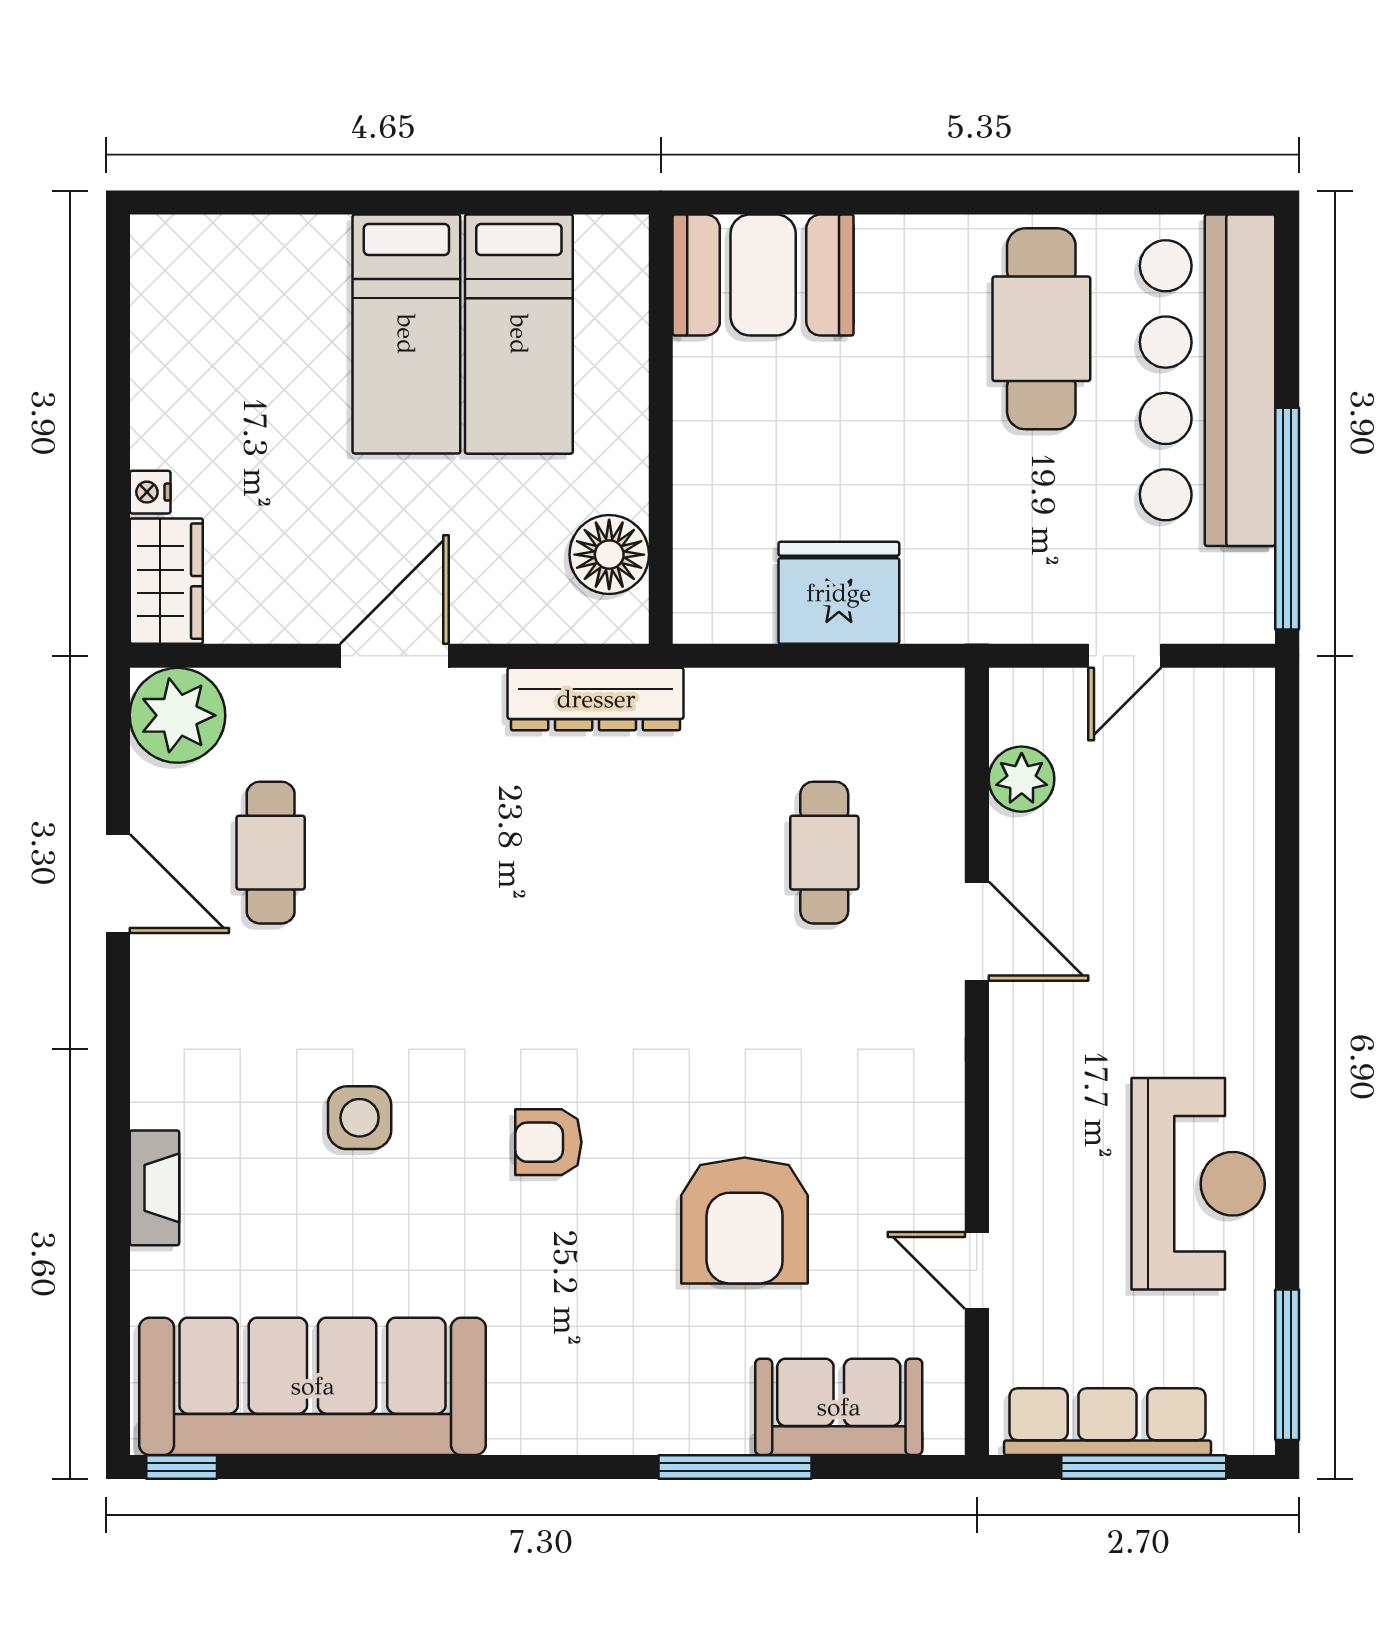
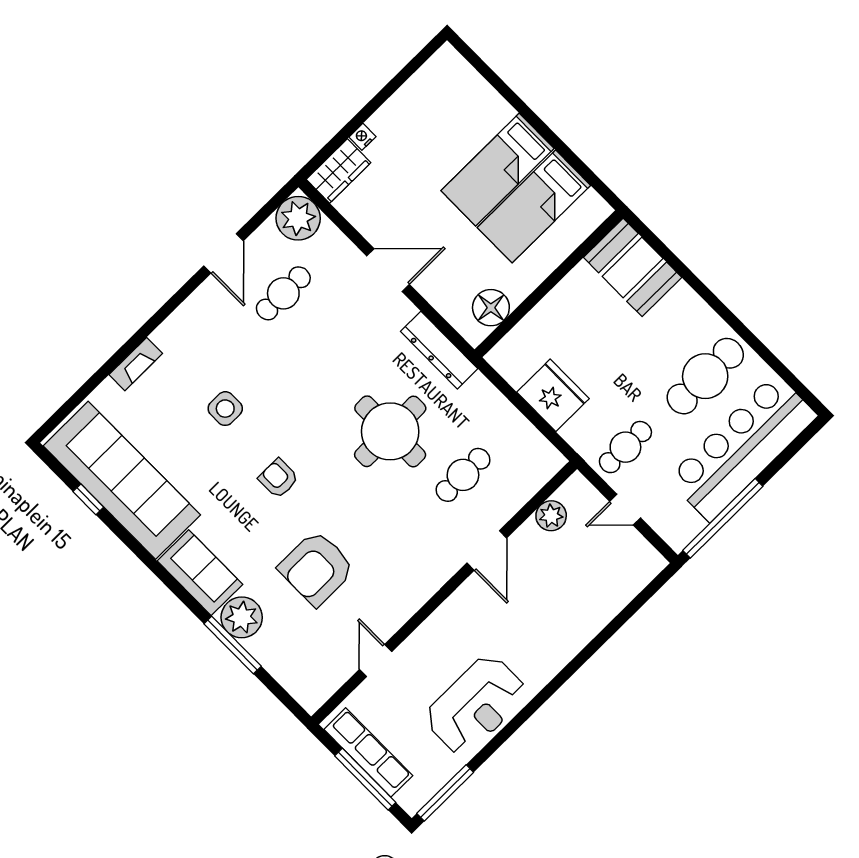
cafe table: (1029, 560) -> (625, 447), added
round table: (646, 898) -> (390, 431), added
sofa: (839, 1407) -> (200, 573), moved
plant: (706, 1411) -> (242, 617), added
window: (182, 1467) -> (88, 499), moved

